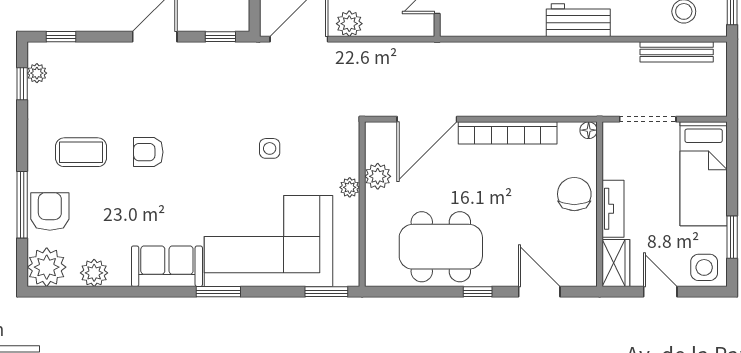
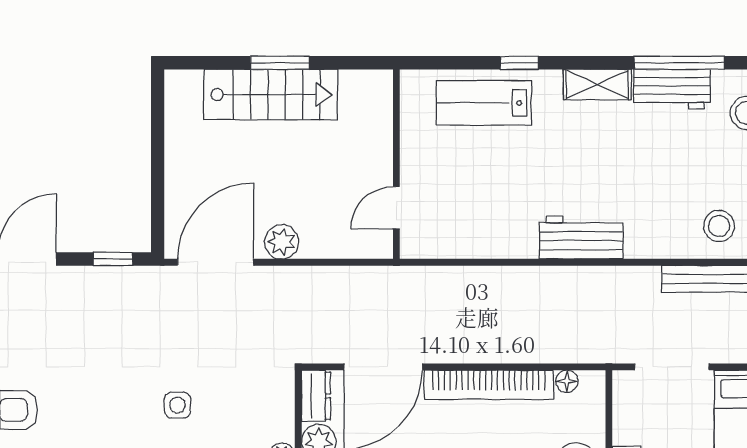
floor lamp: (589, 130) -> (567, 381), moved
dresser: (376, 141) -> (316, 396), added

